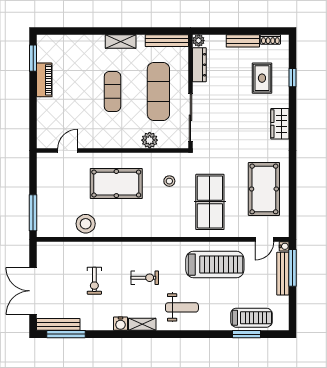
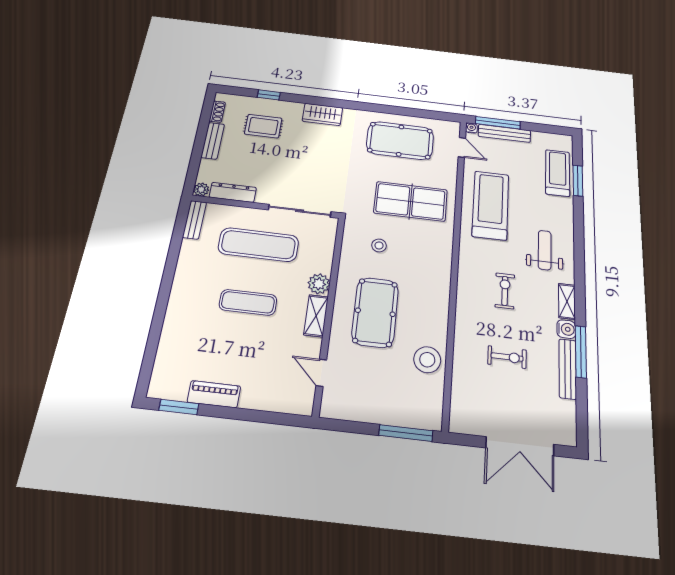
bench: (167, 41) -> (195, 220), width x0.73
shelving: (121, 42) -> (316, 316), moved
plant: (150, 140) -> (319, 284), moved
bench: (58, 324) -> (568, 369), moved
window: (66, 334) -> (581, 352), moved

